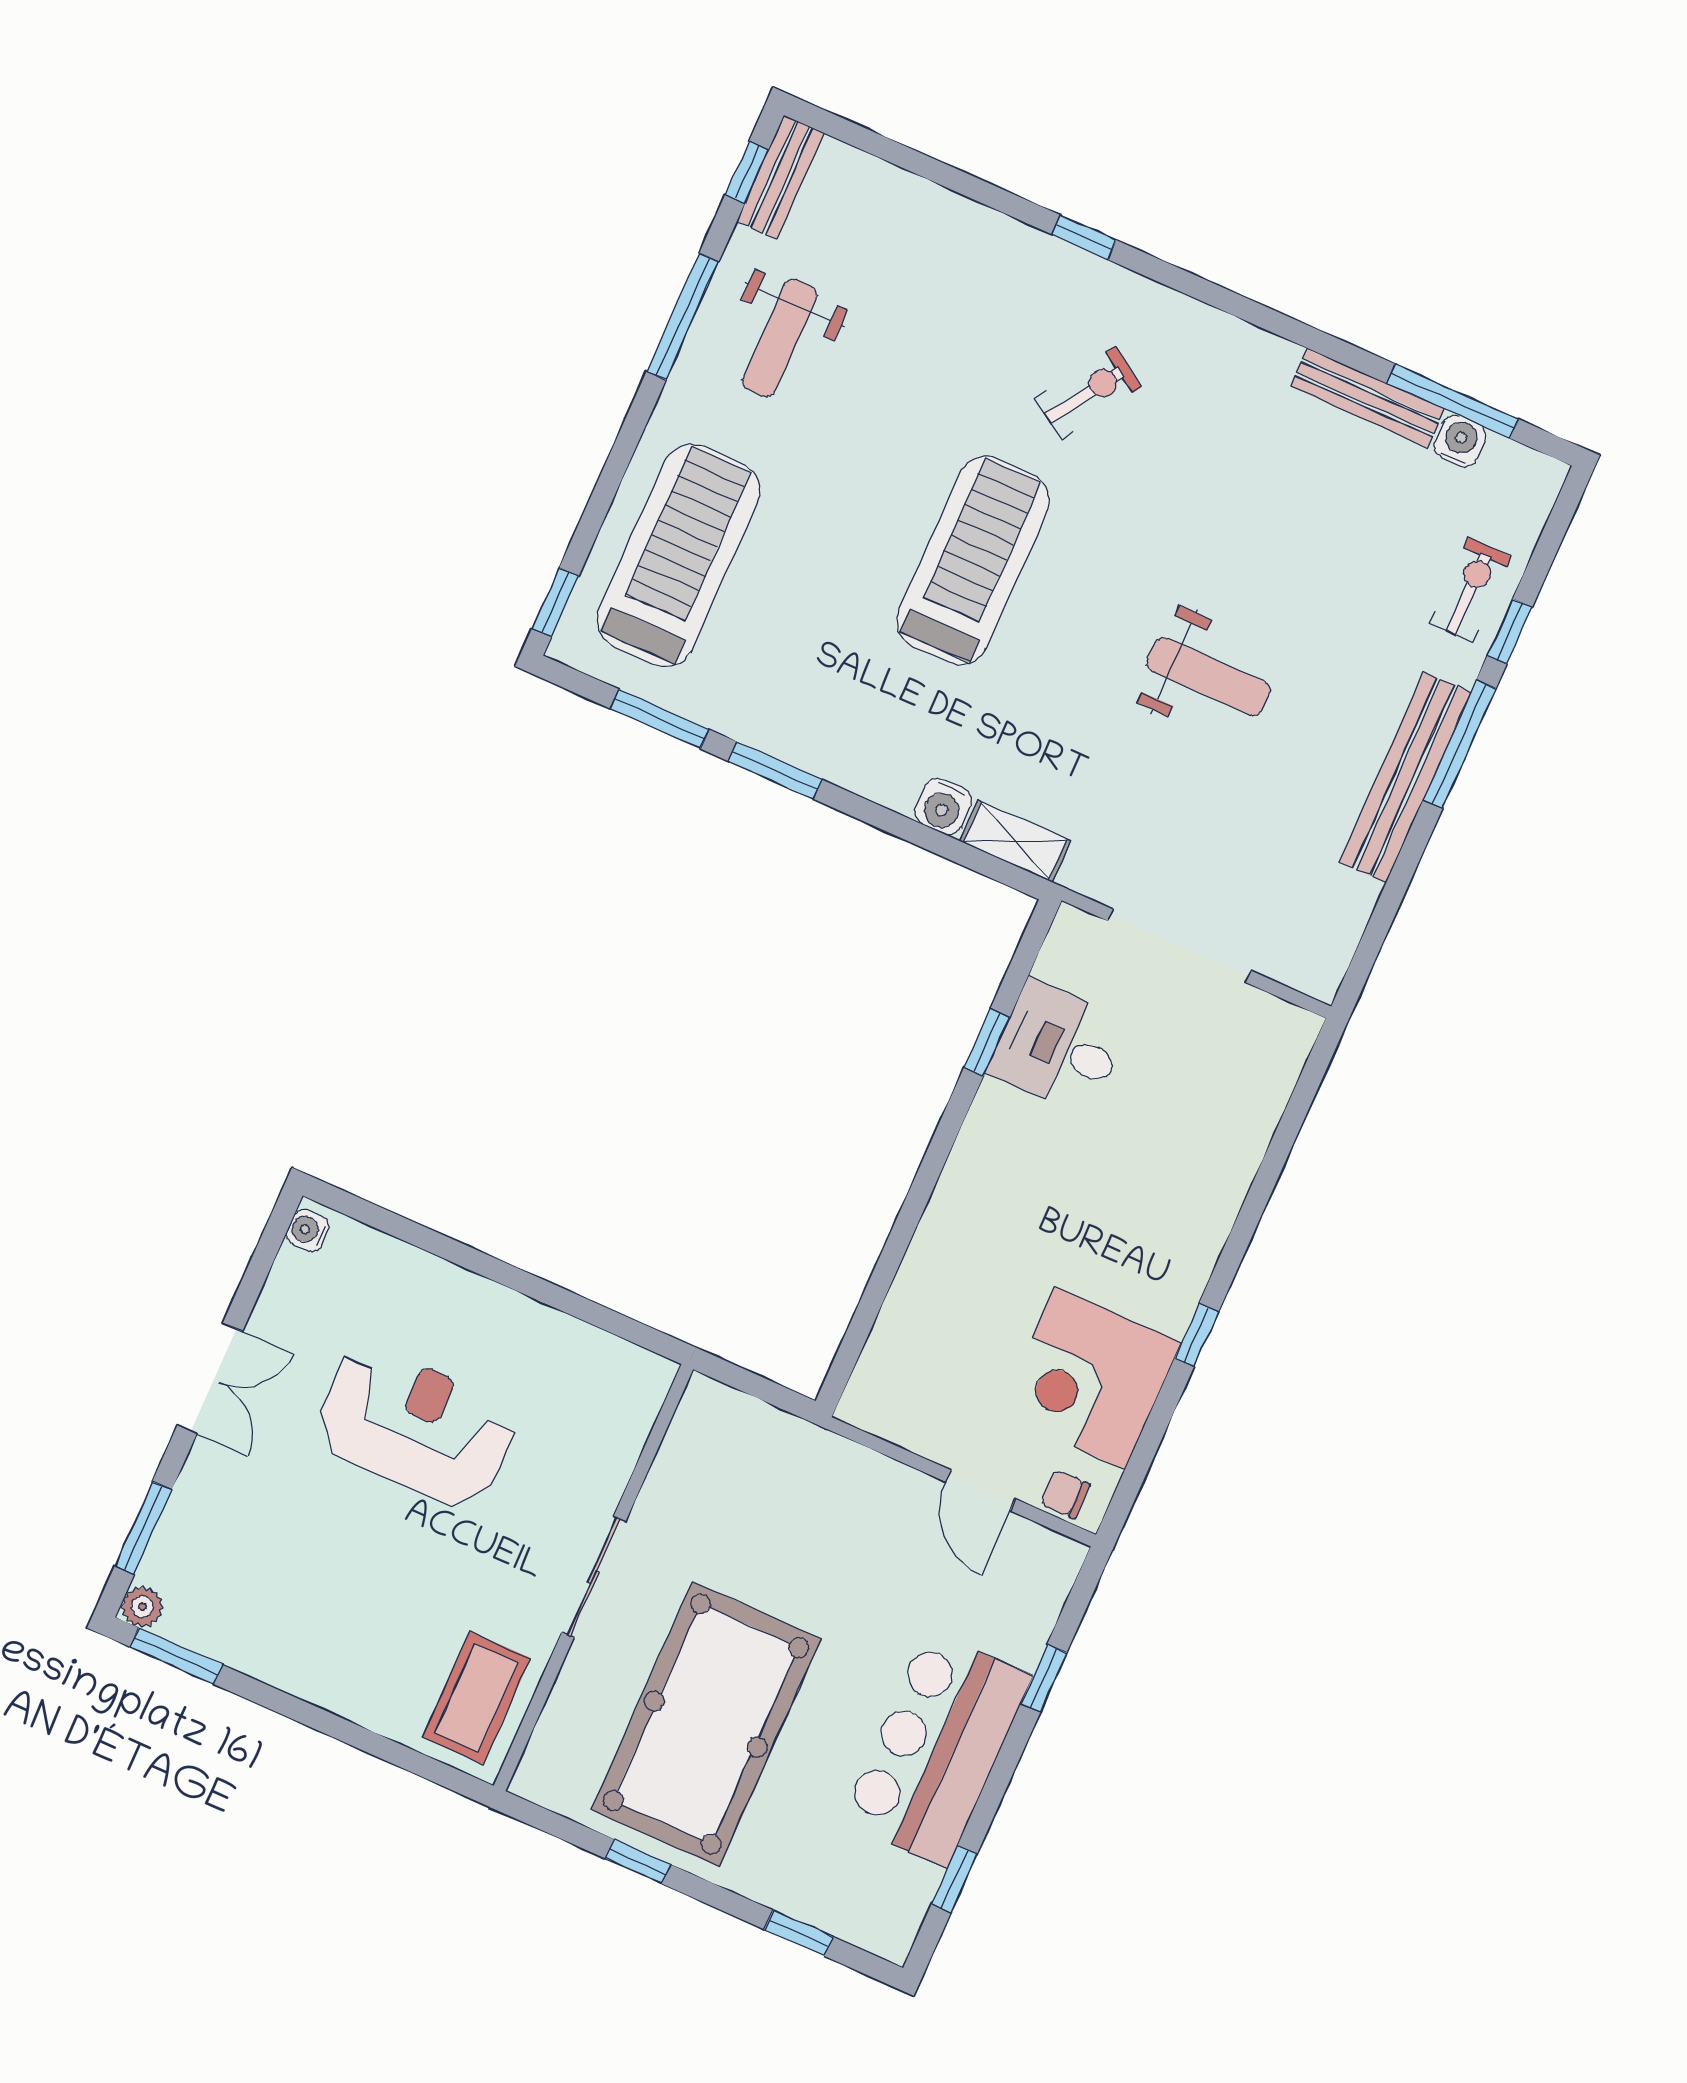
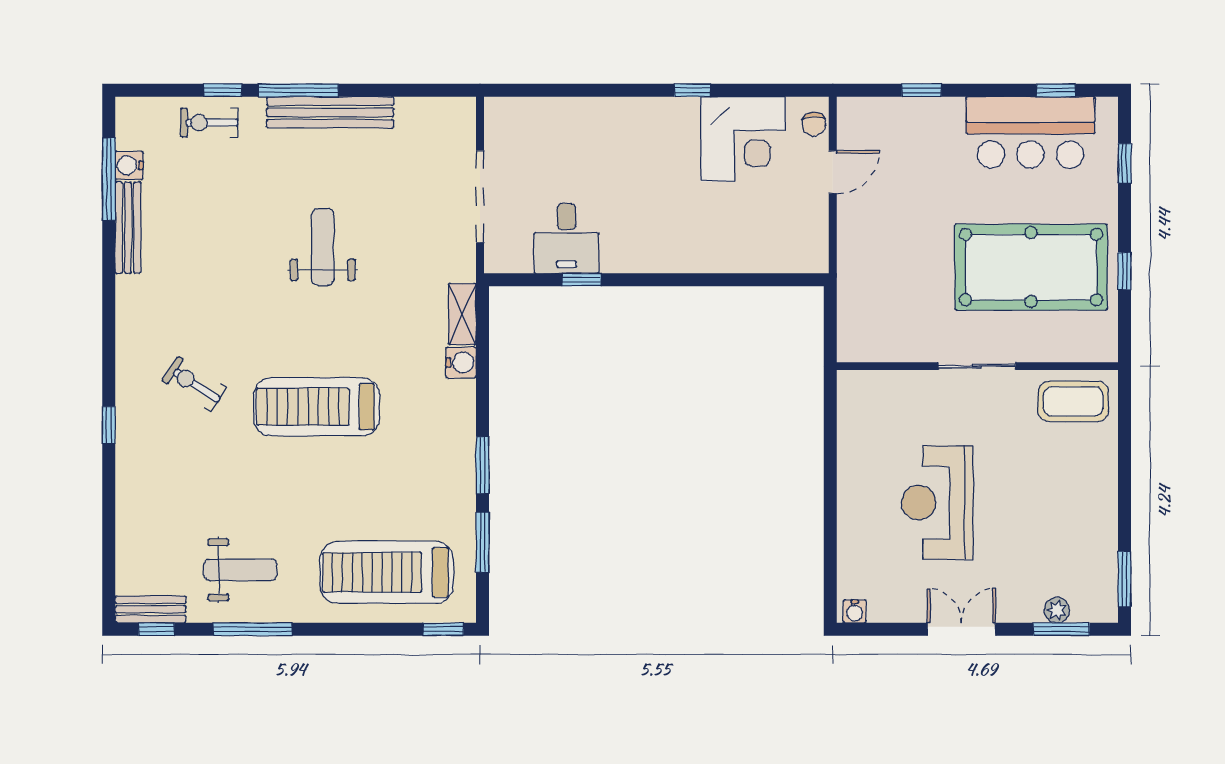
plant: (142, 1607) -> (1057, 610), moved
bar counter: (937, 1748) -> (1030, 132), moved

